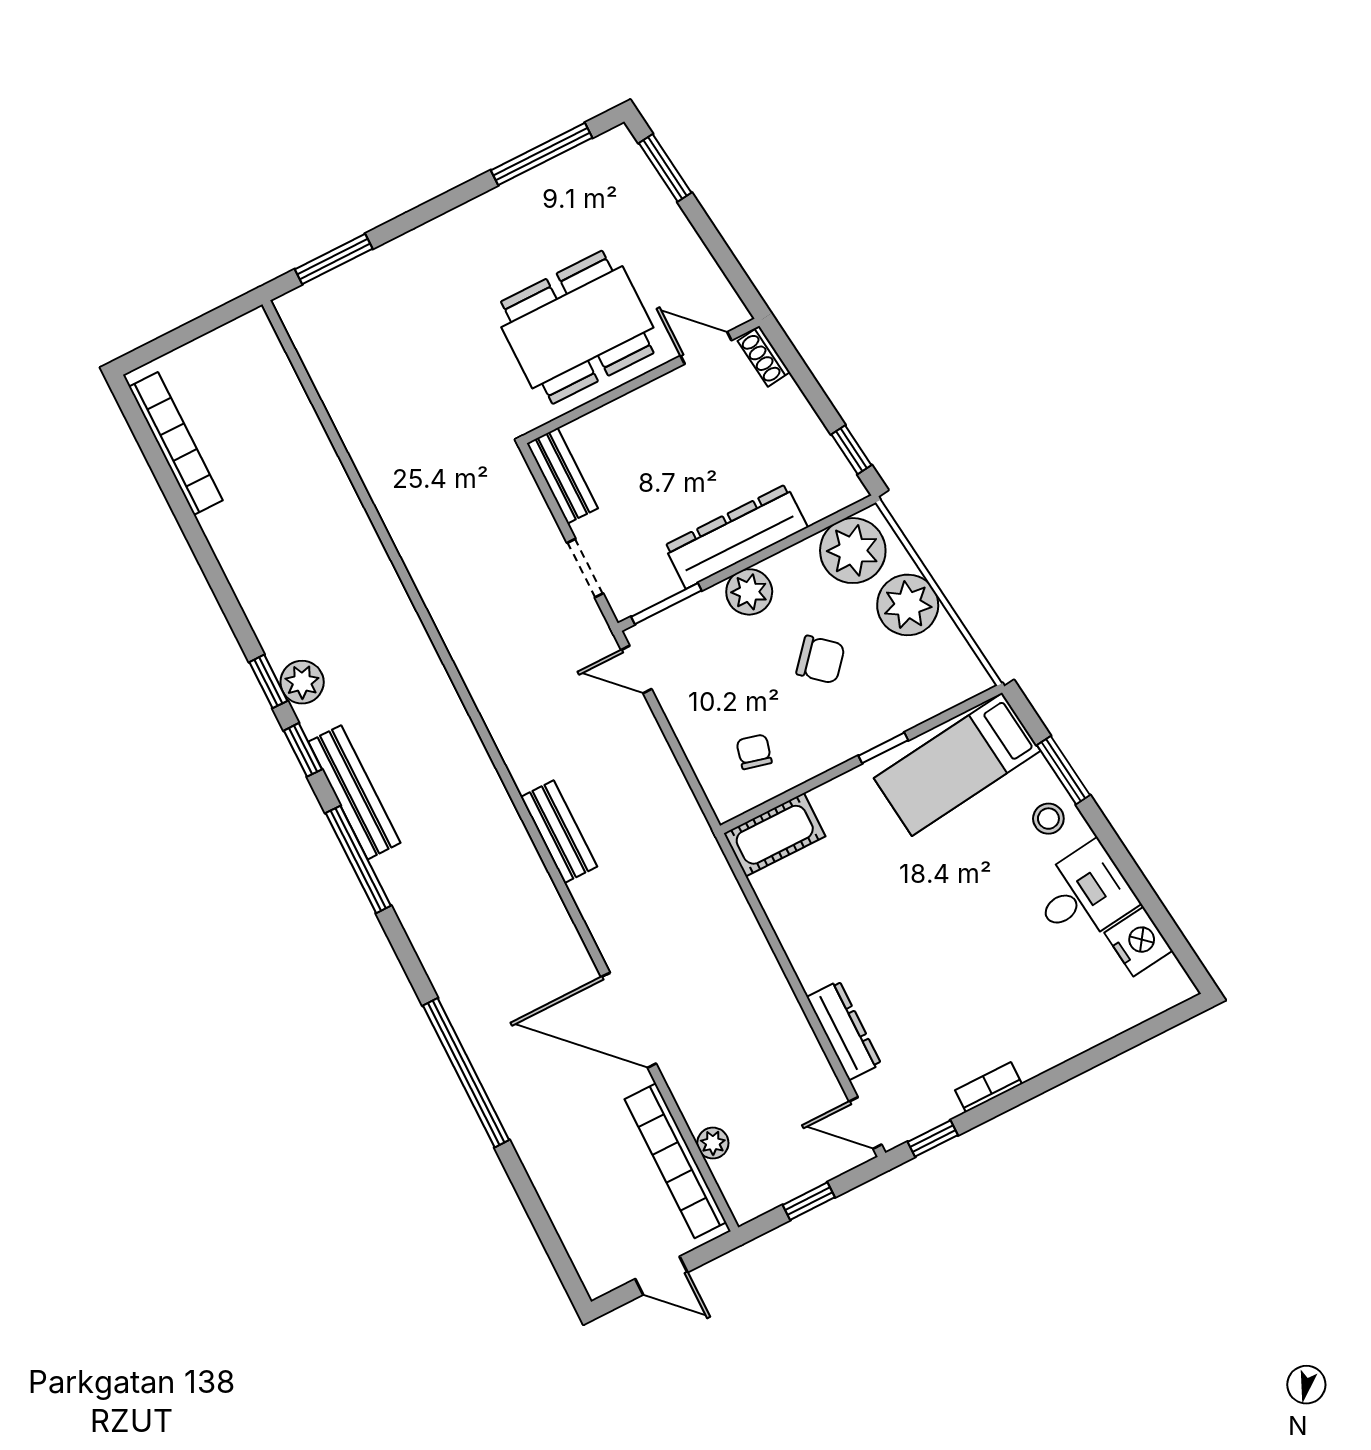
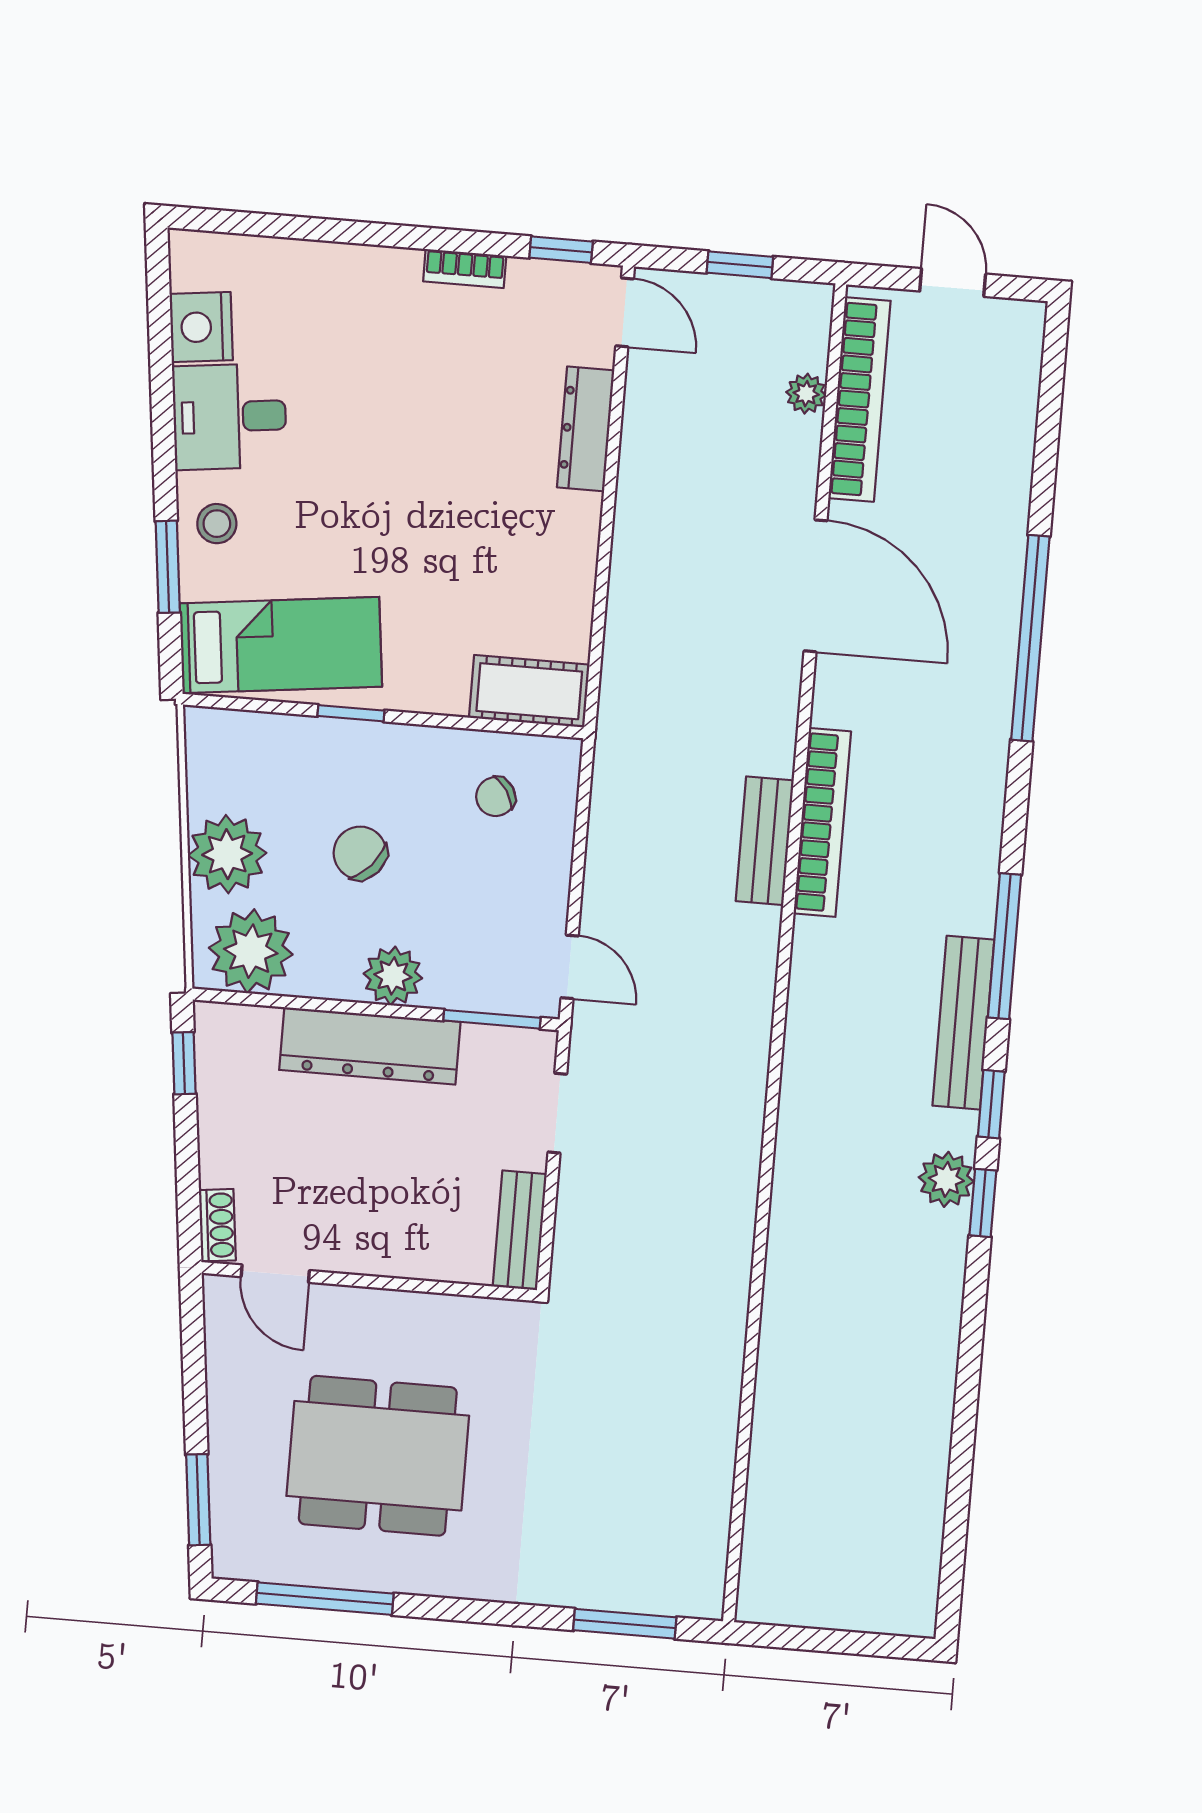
dining table: (577, 327) -> (378, 1456), moved
bookcase: (176, 443) -> (822, 822), moved, turned 180
chair: (754, 752) -> (496, 797), turned 43

